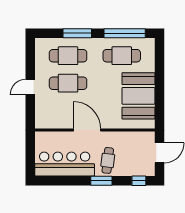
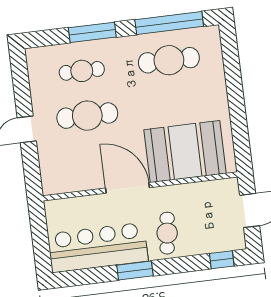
cafe table: (68, 56) -> (82, 71), width x0.73, depth x0.74
booth: (138, 96) -> (185, 152), moved, turned 90
window: (101, 181) -> (135, 270), moved

